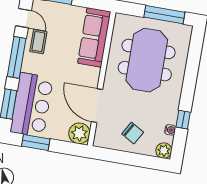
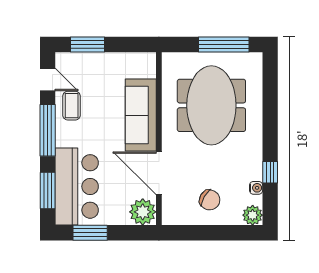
sofa: (94, 37) -> (141, 115), moved

